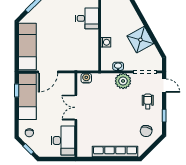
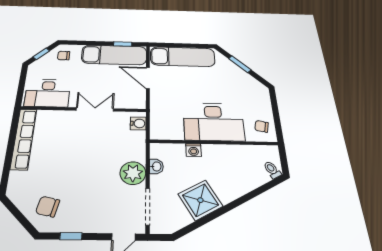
desk: (87, 18) -> (214, 122), width x1.87, depth x1.30
wheelchair: (148, 101) -> (98, 210), removed
row of seats: (115, 152) -> (24, 139), moved

